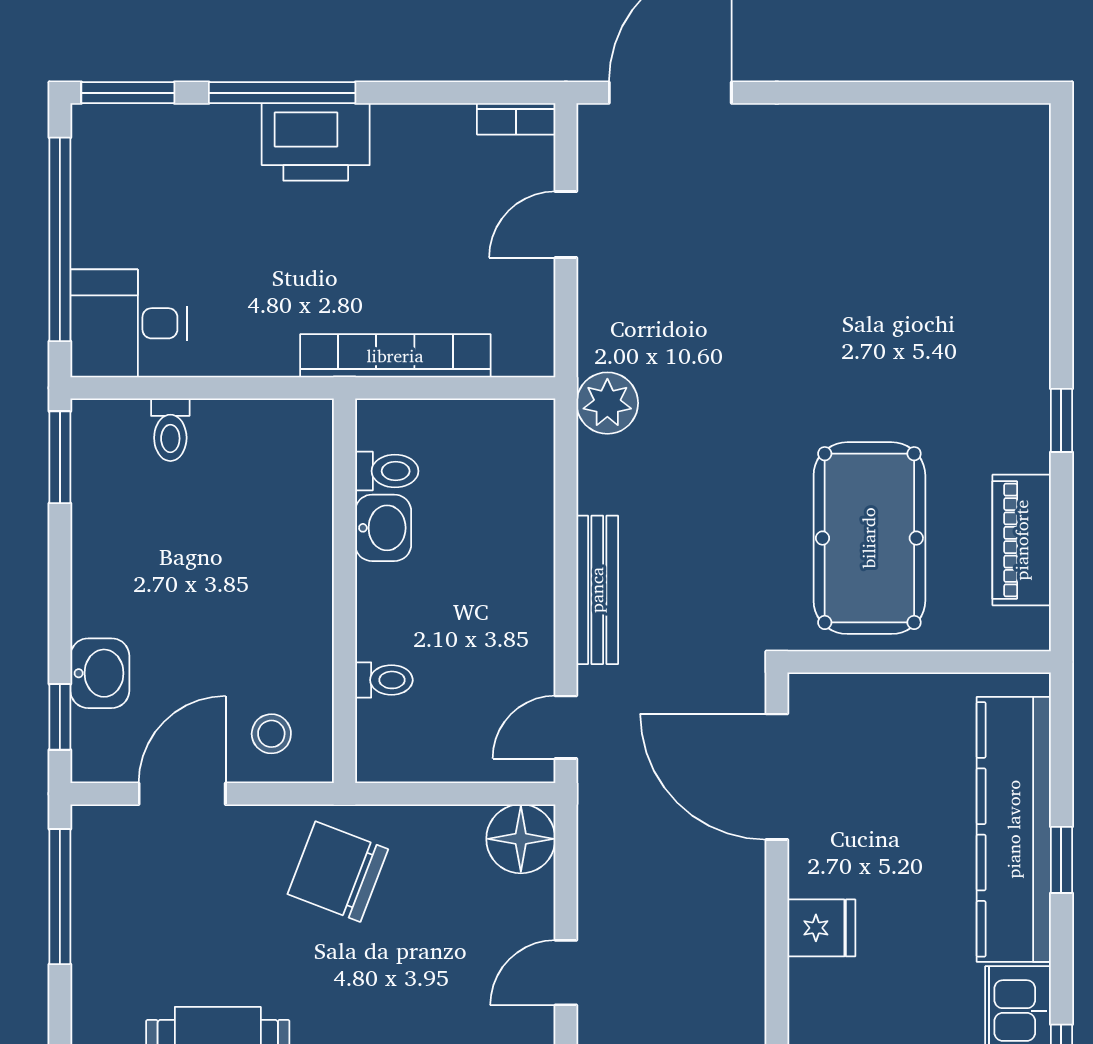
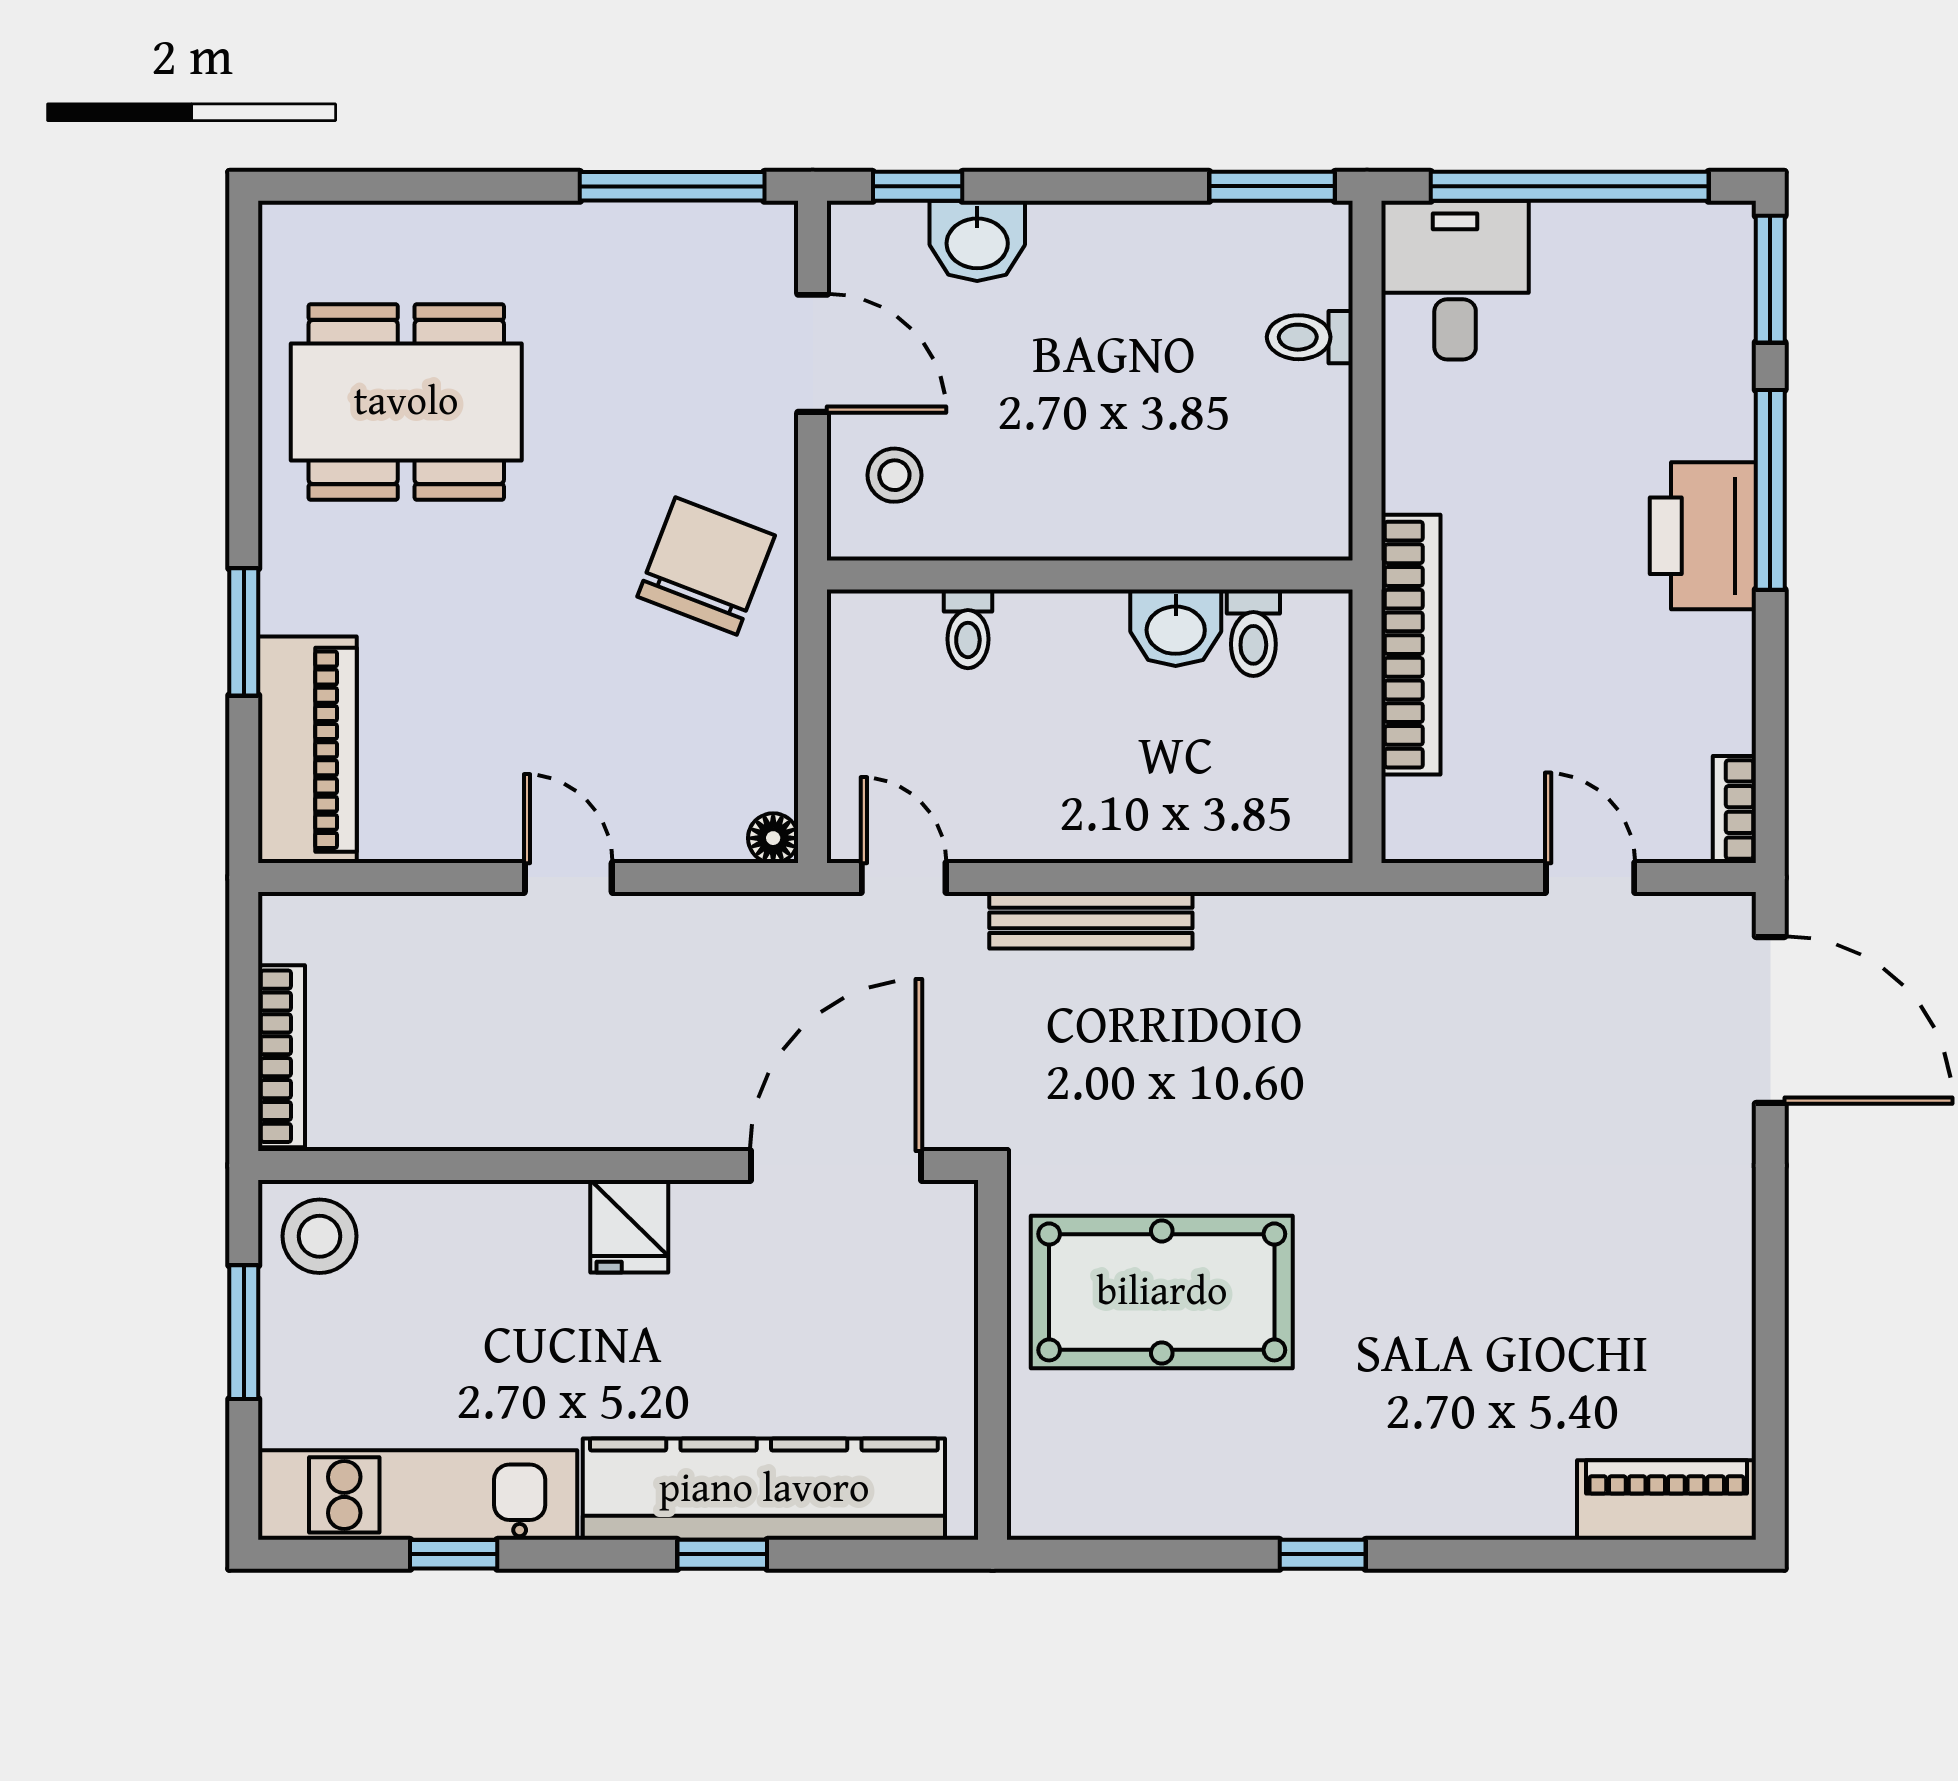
plant: (607, 403) -> (1346, 934), removed
piano: (1022, 540) -> (1667, 1500), moved
floor lamp: (521, 839) -> (773, 838), width x0.53, depth x0.53

